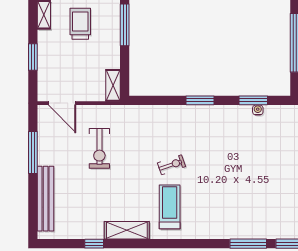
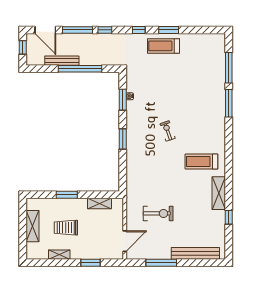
window: (125, 25) -> (67, 195), width x0.69
shelving: (113, 85) -> (99, 203), moved
exercise bike: (172, 165) -> (168, 131), moved

